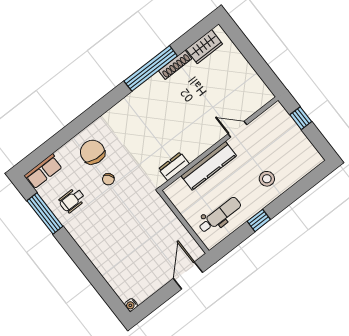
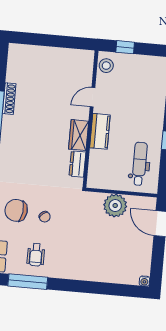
wardrobe: (204, 47) -> (79, 135), moved, turned 180
kitchen counter: (209, 166) -> (100, 131), width x0.67
stool: (267, 179) -> (106, 66), moved
plant: (169, 226) -> (115, 206), added

